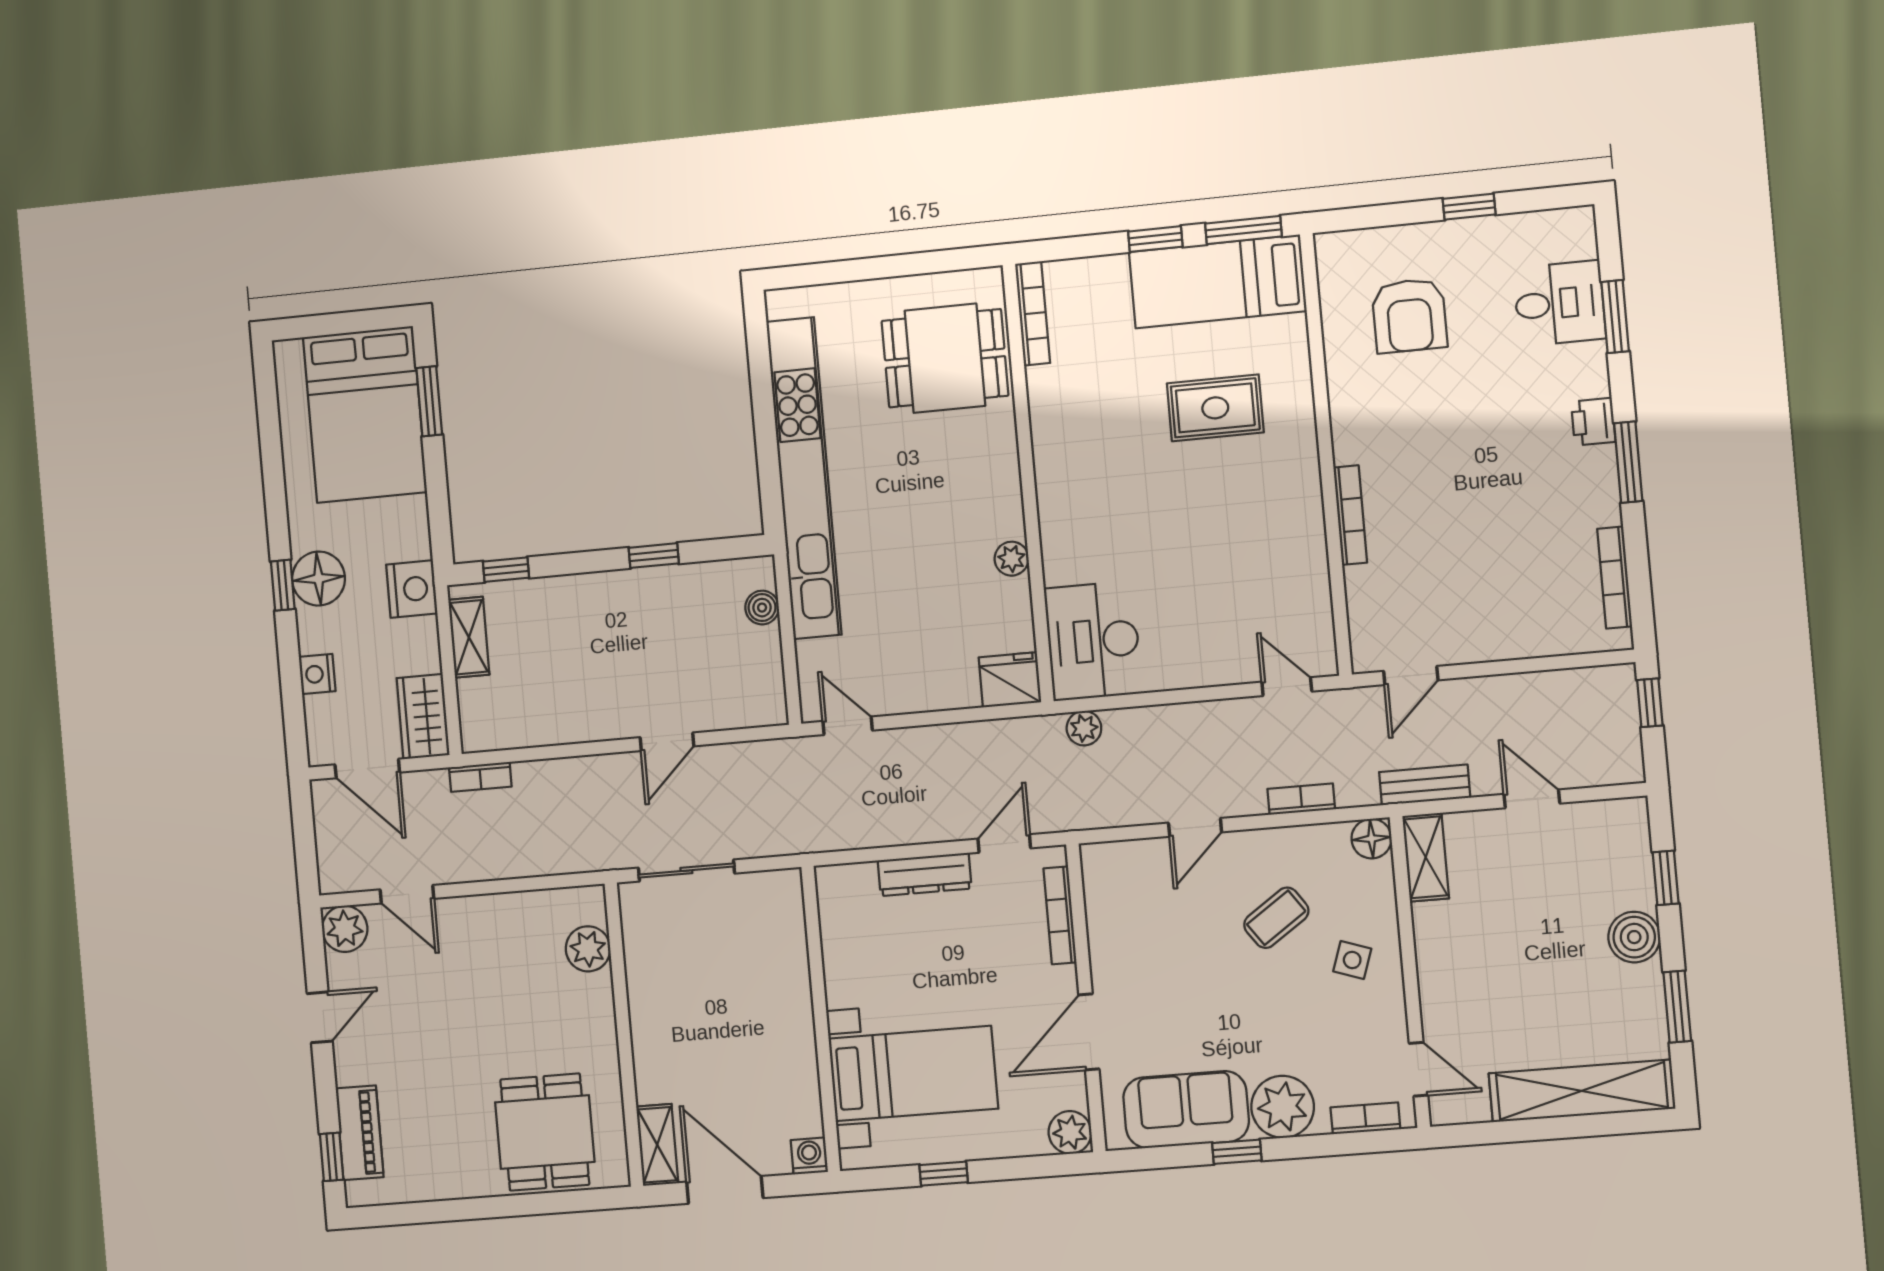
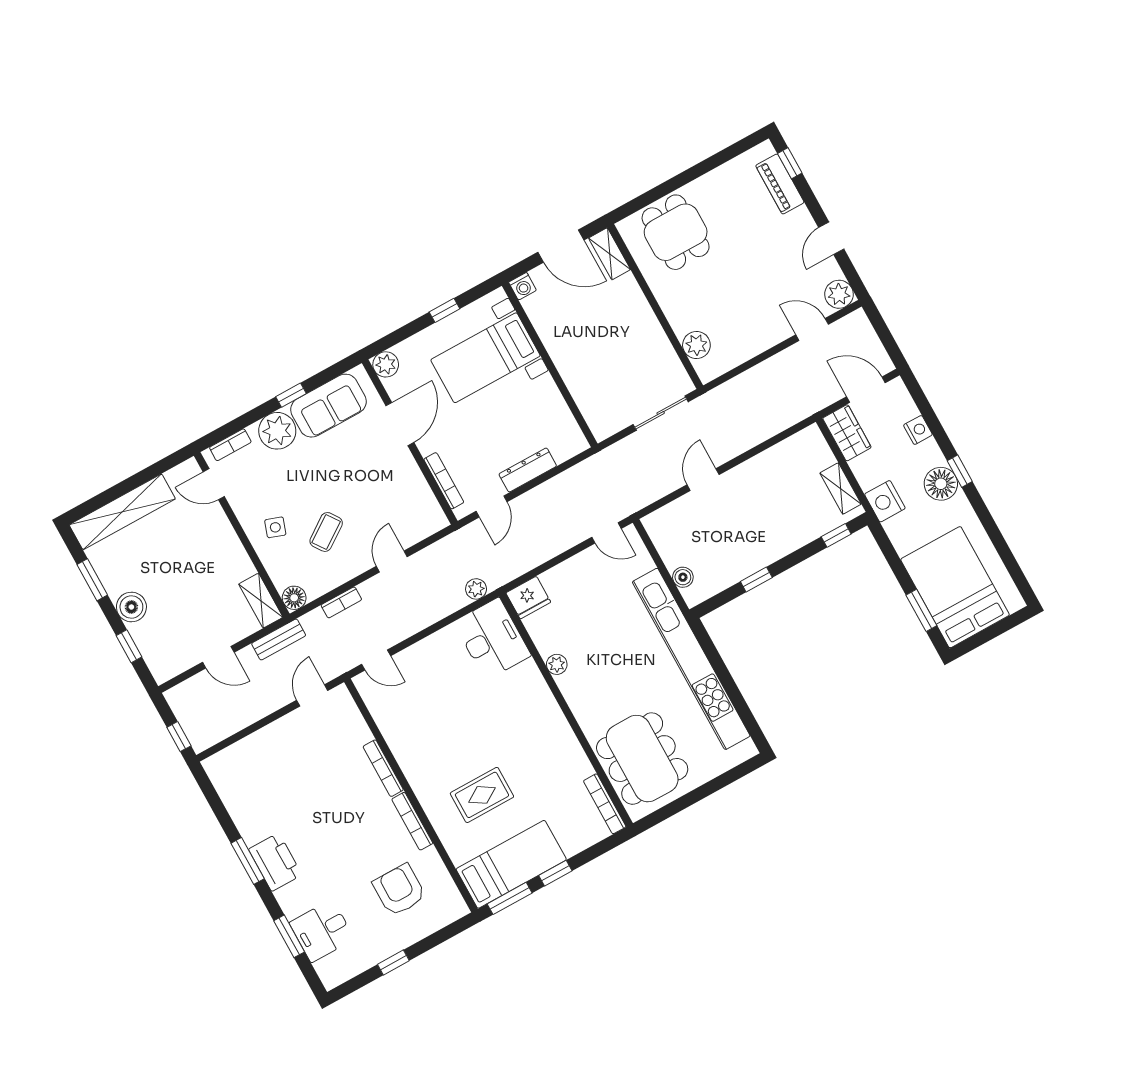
dining table: (945, 358) -> (642, 759), width x1.37
printer: (1593, 422) -> (275, 862), width x1.87, depth x1.48
bookcase: (1615, 578) -> (412, 821), moved, turned 180
bookcase: (480, 777) -> (800, 414), removed

